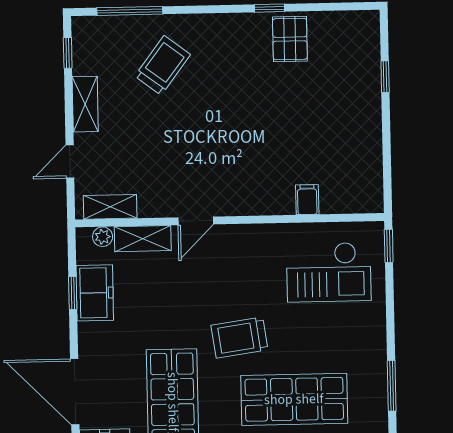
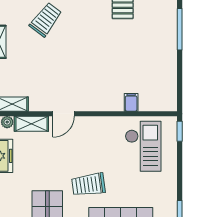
window: (385, 77) -> (180, 29), width x2.17
checkout: (329, 272) -> (143, 146), turned -90

